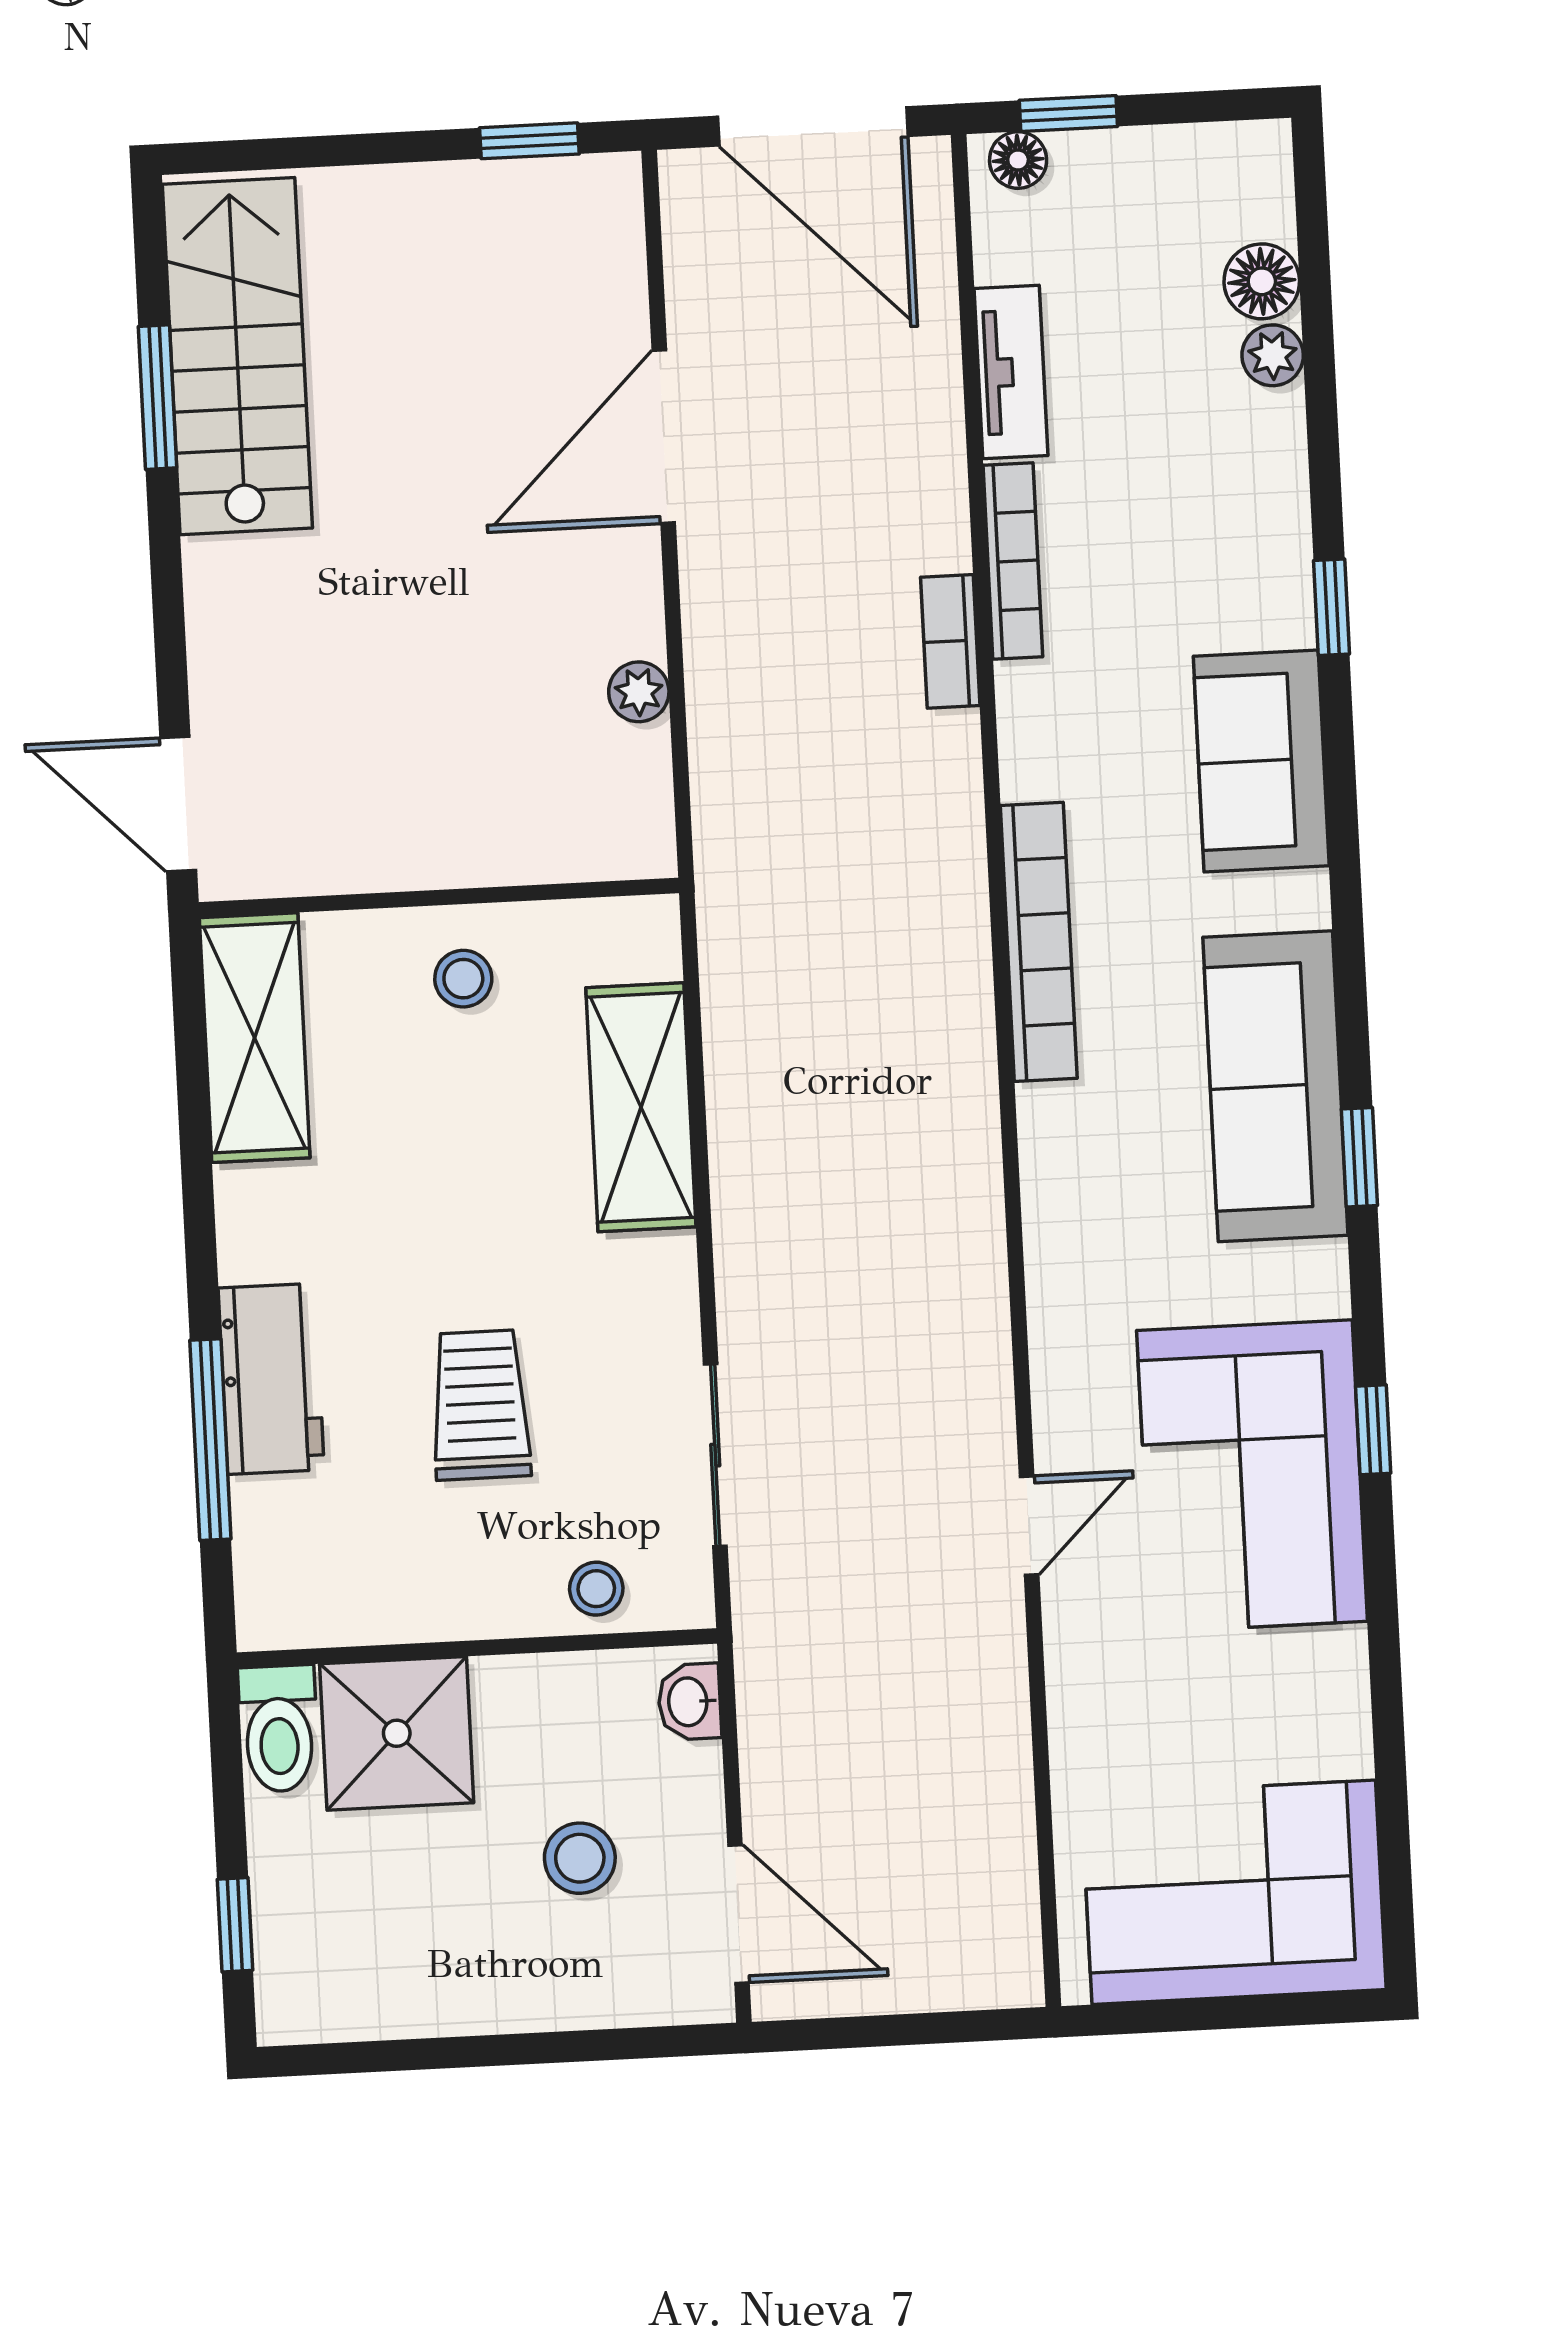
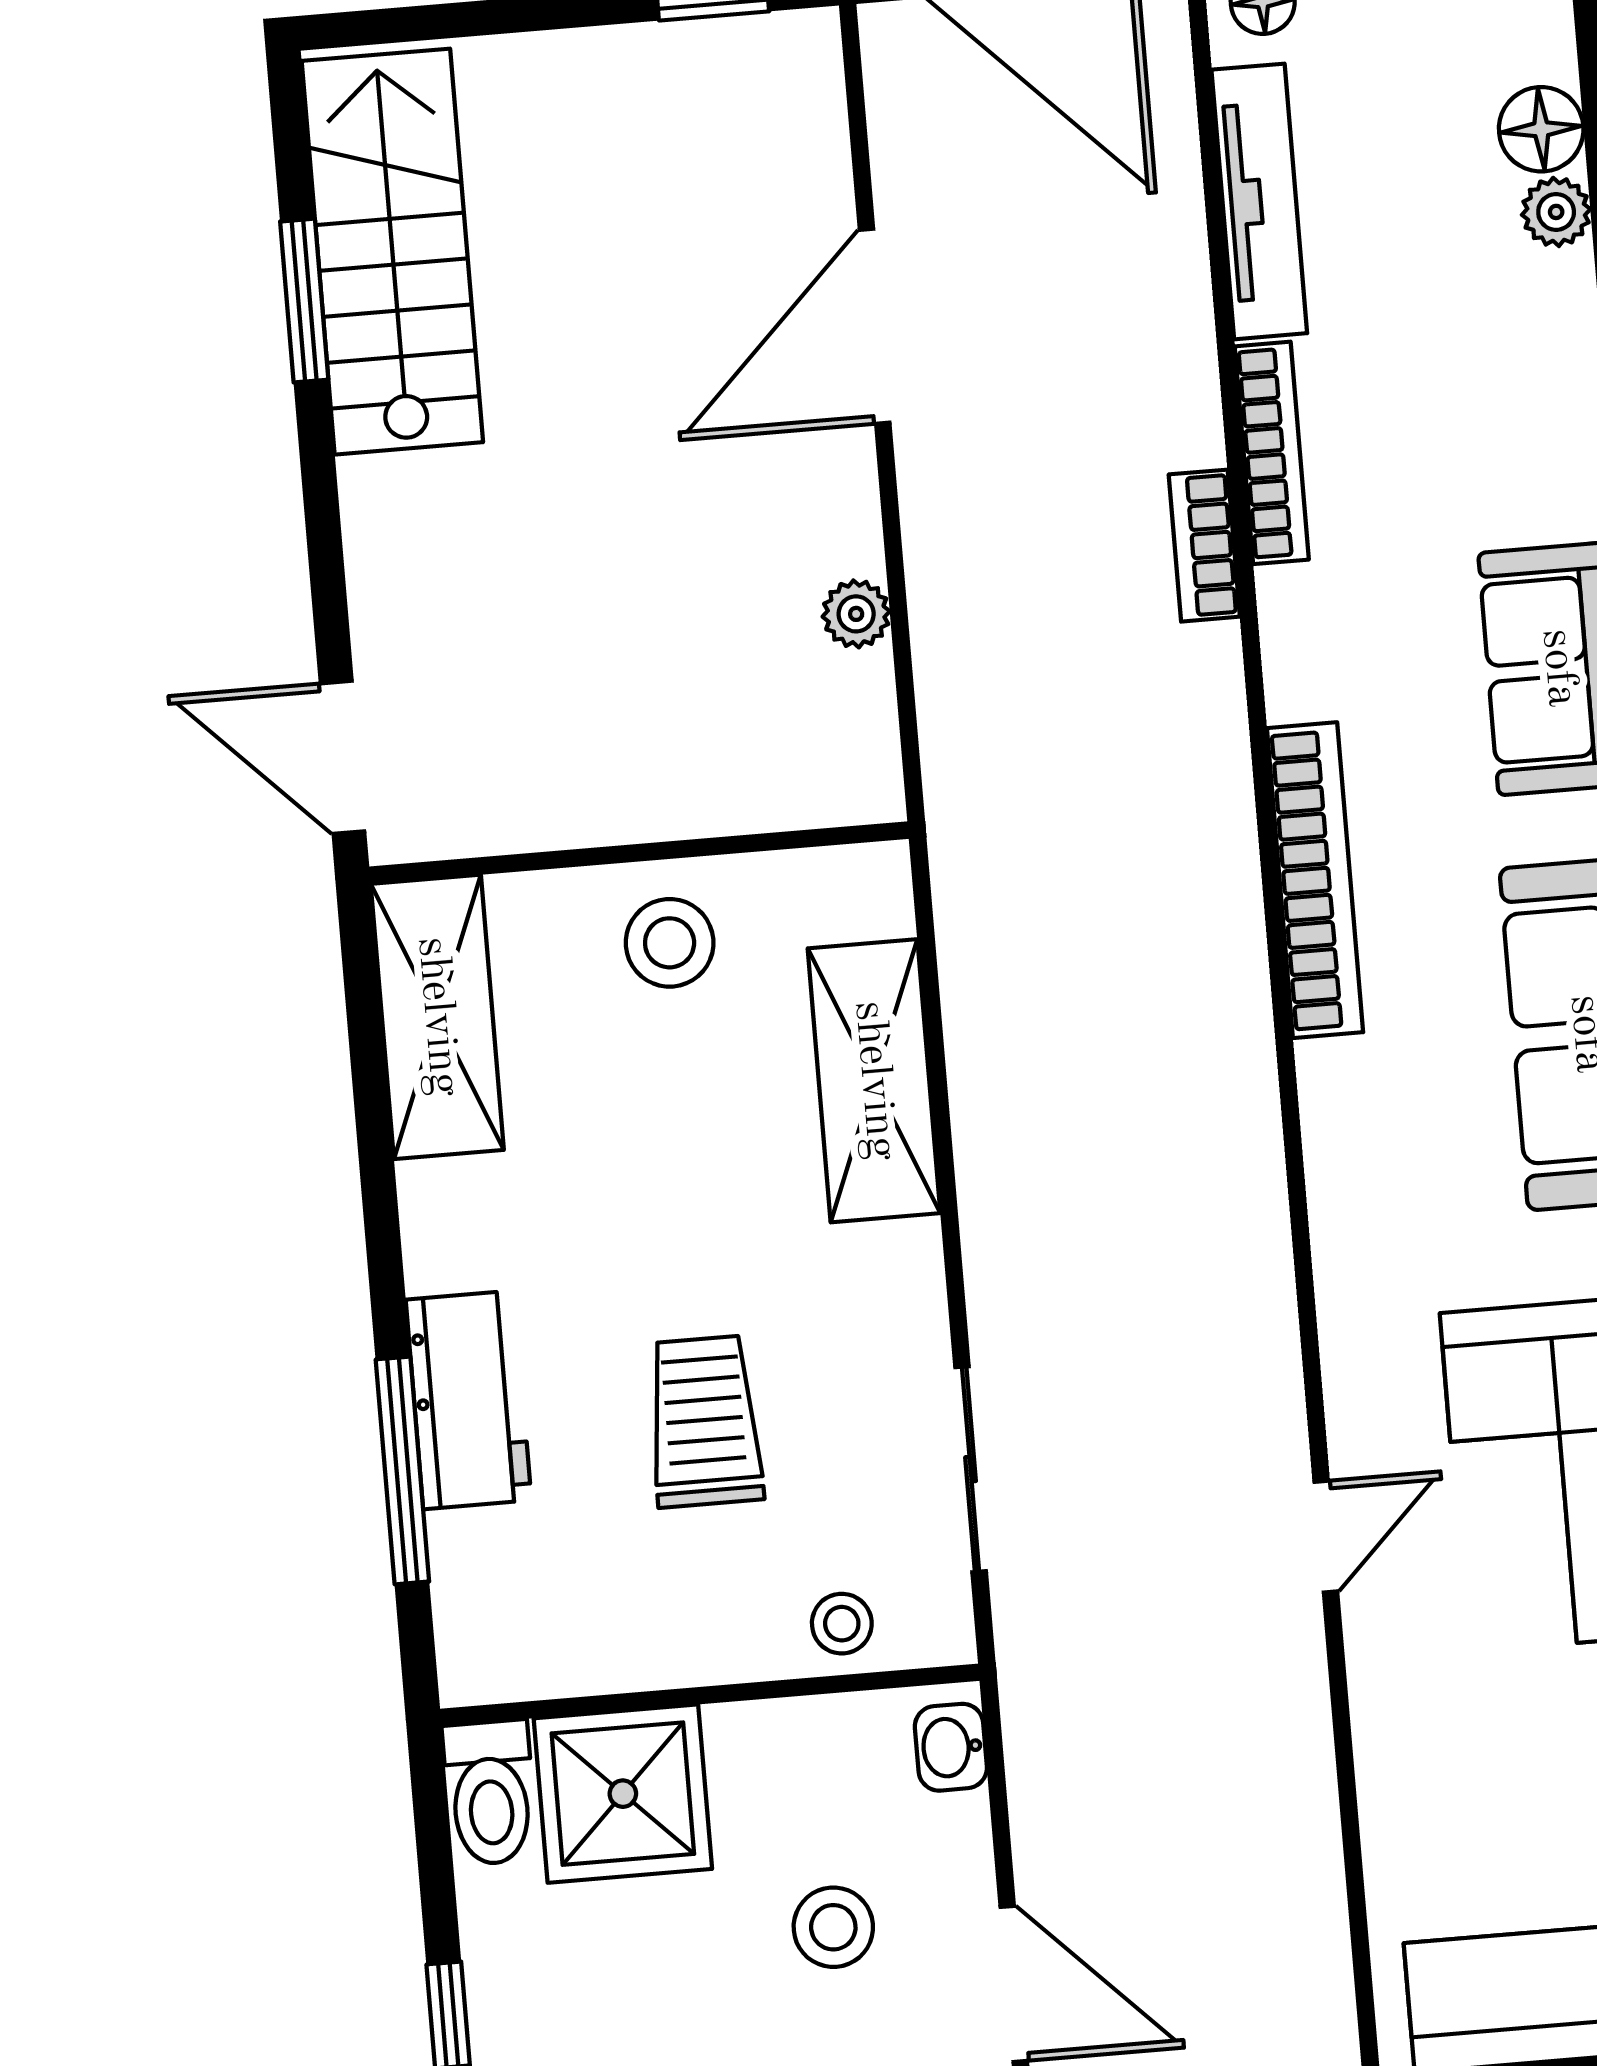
tv unit: (1011, 372) -> (1259, 201), width x1.41
stool: (463, 979) -> (670, 943), width x1.37, depth x1.37

